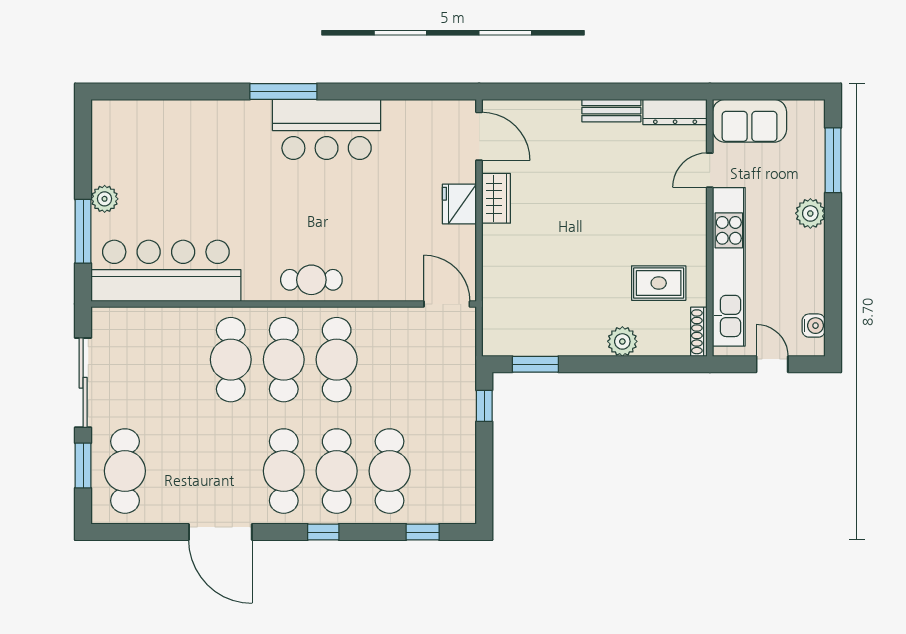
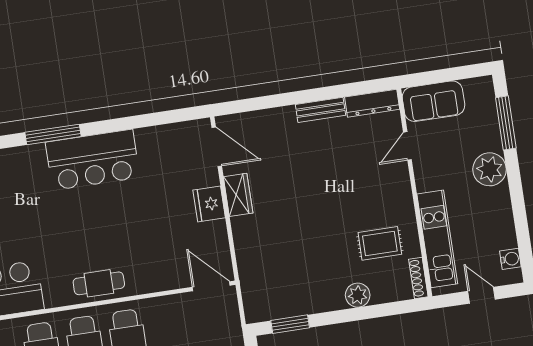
plant: (810, 213) -> (490, 169), width x1.36, depth x1.36
kitchen unit: (729, 267) -> (437, 239), width x0.73

